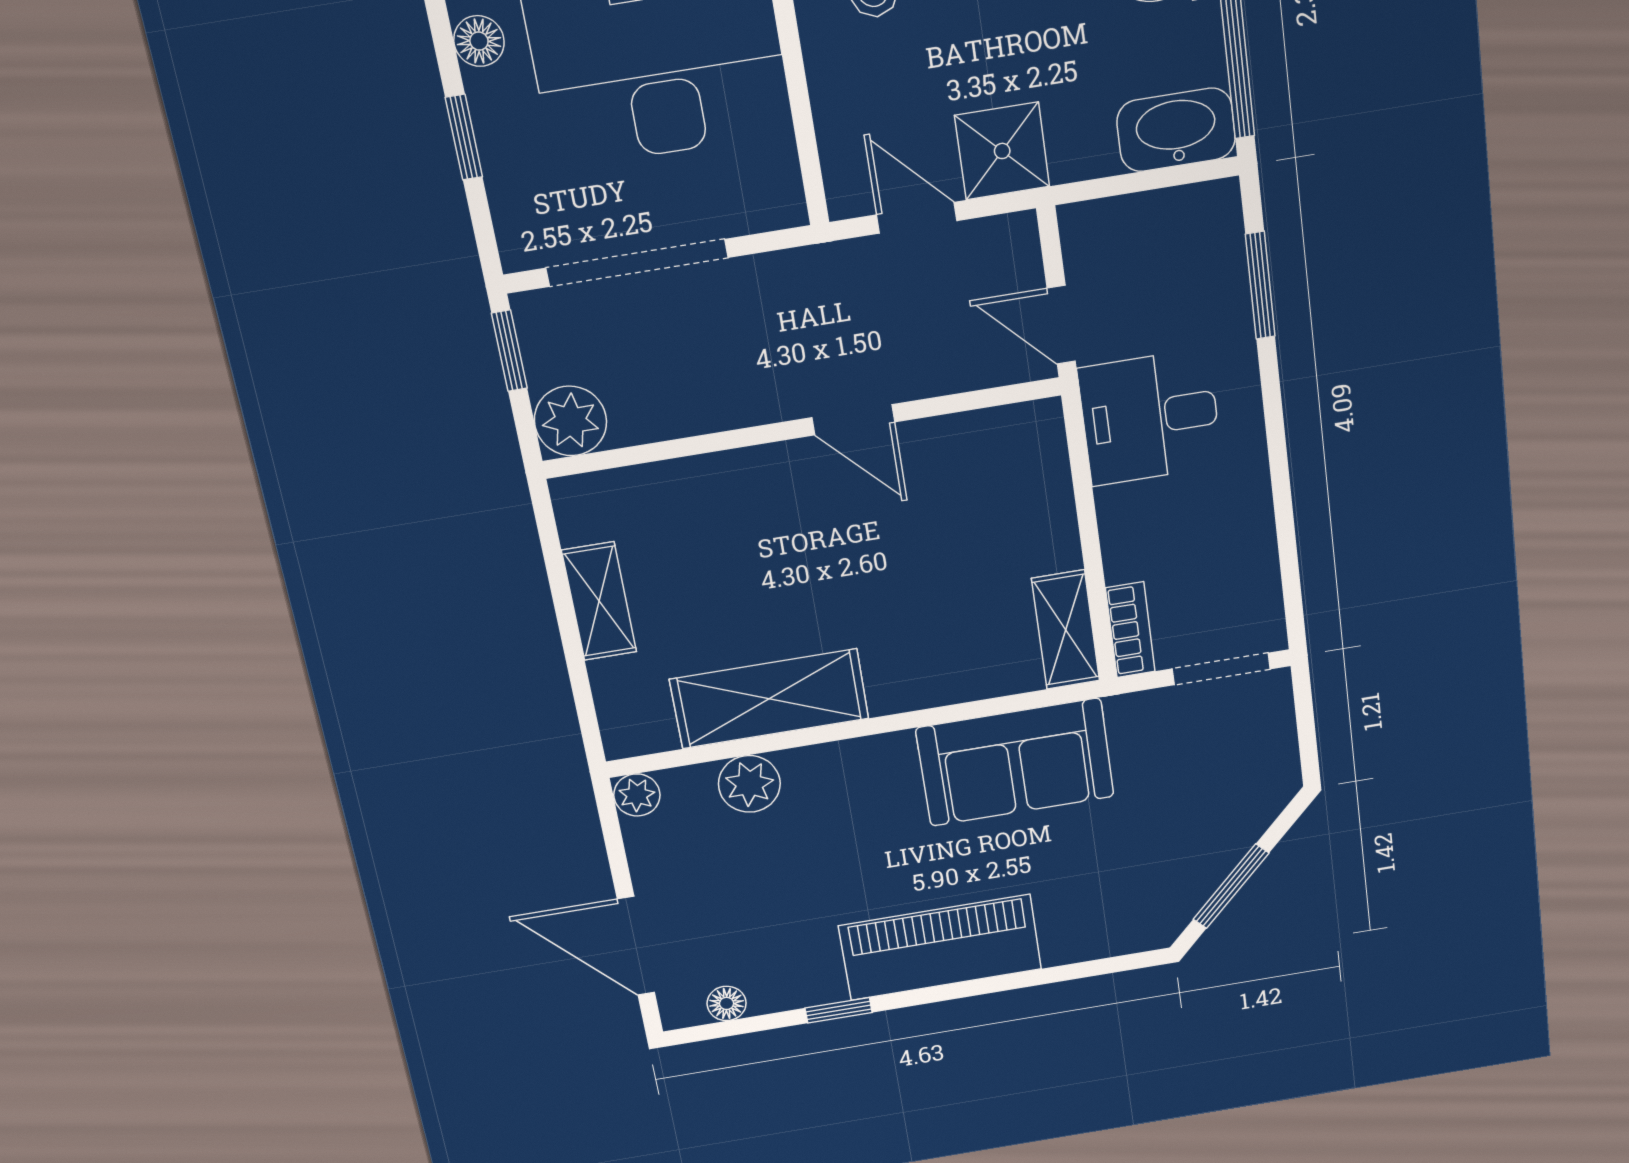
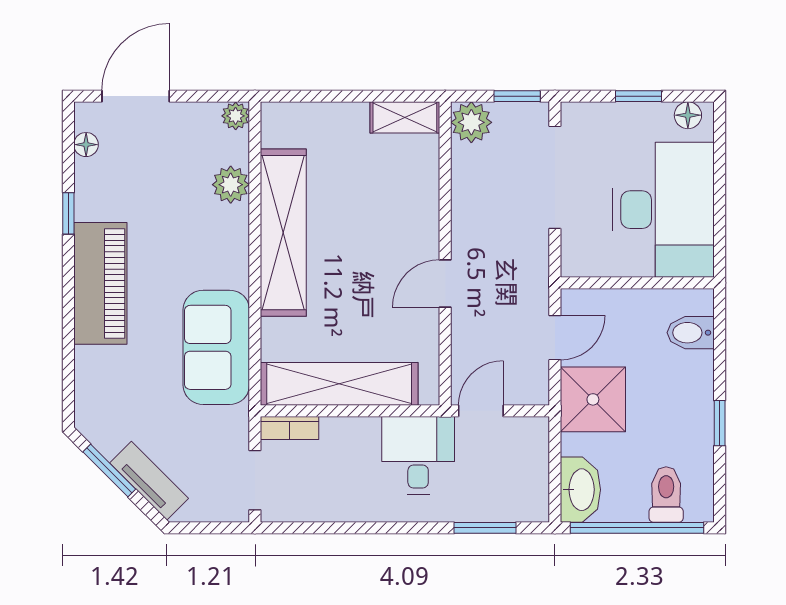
shower: (1002, 151) -> (593, 399), width x1.36, depth x1.36
shelving: (599, 601) -> (405, 117), moved
shelving: (1066, 630) -> (339, 384), width x2.20, depth x1.33
shelving: (769, 699) -> (283, 233), width x1.47
tv unit: (1240, 826) -> (149, 481), added

